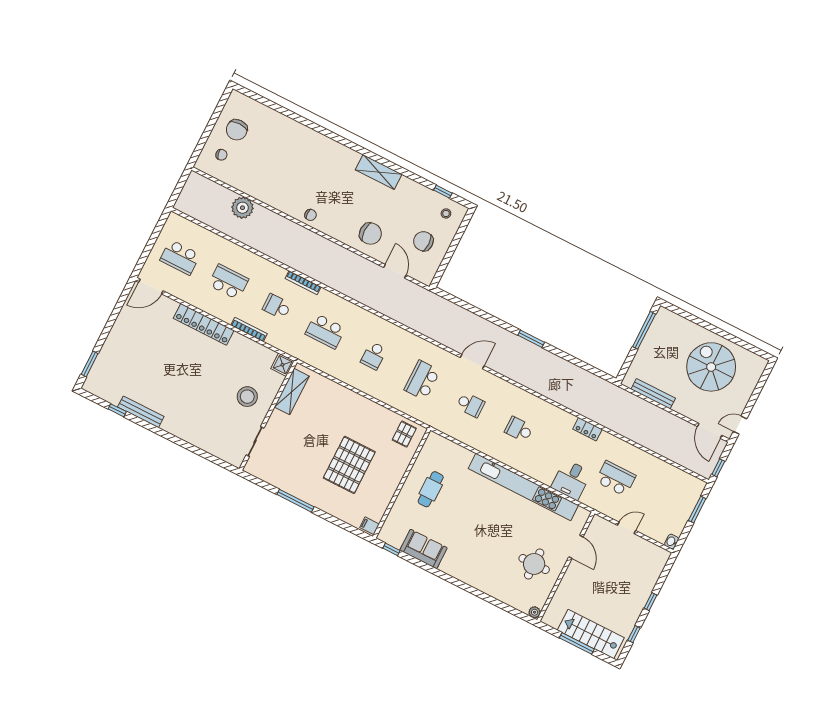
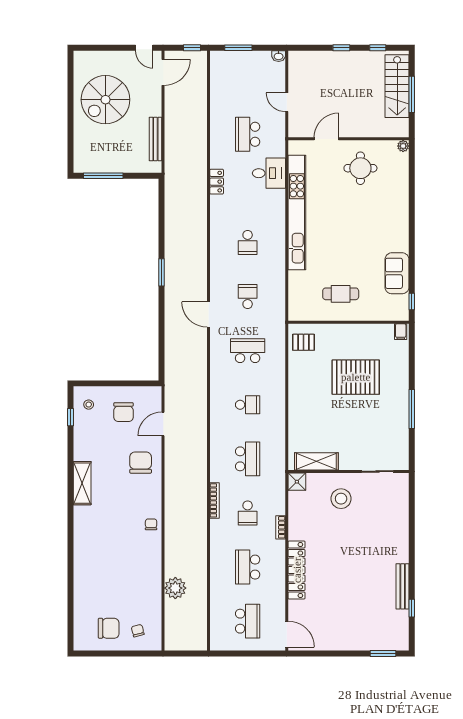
bookcase: (249, 330) -> (281, 527), width x0.64
school desk: (422, 380) -> (248, 351), turned 180

